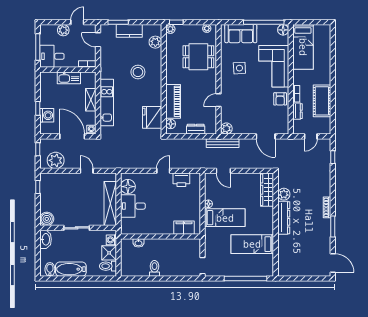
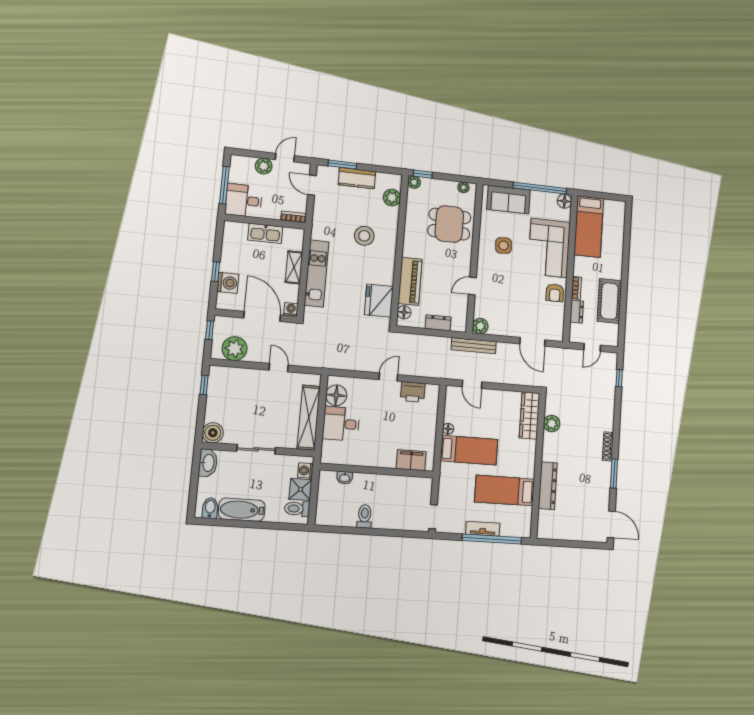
dresser: (284, 218) -> (548, 486), moved
tv unit: (238, 272) -> (483, 529), added

